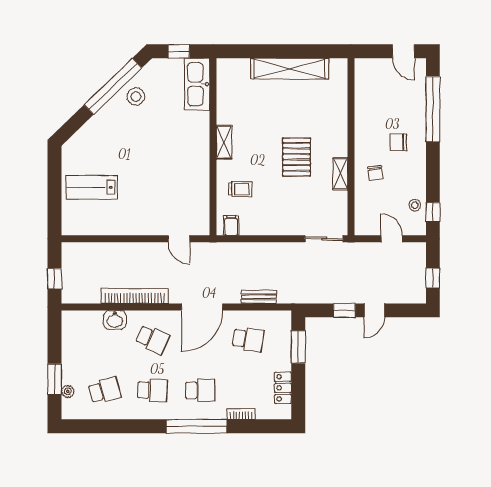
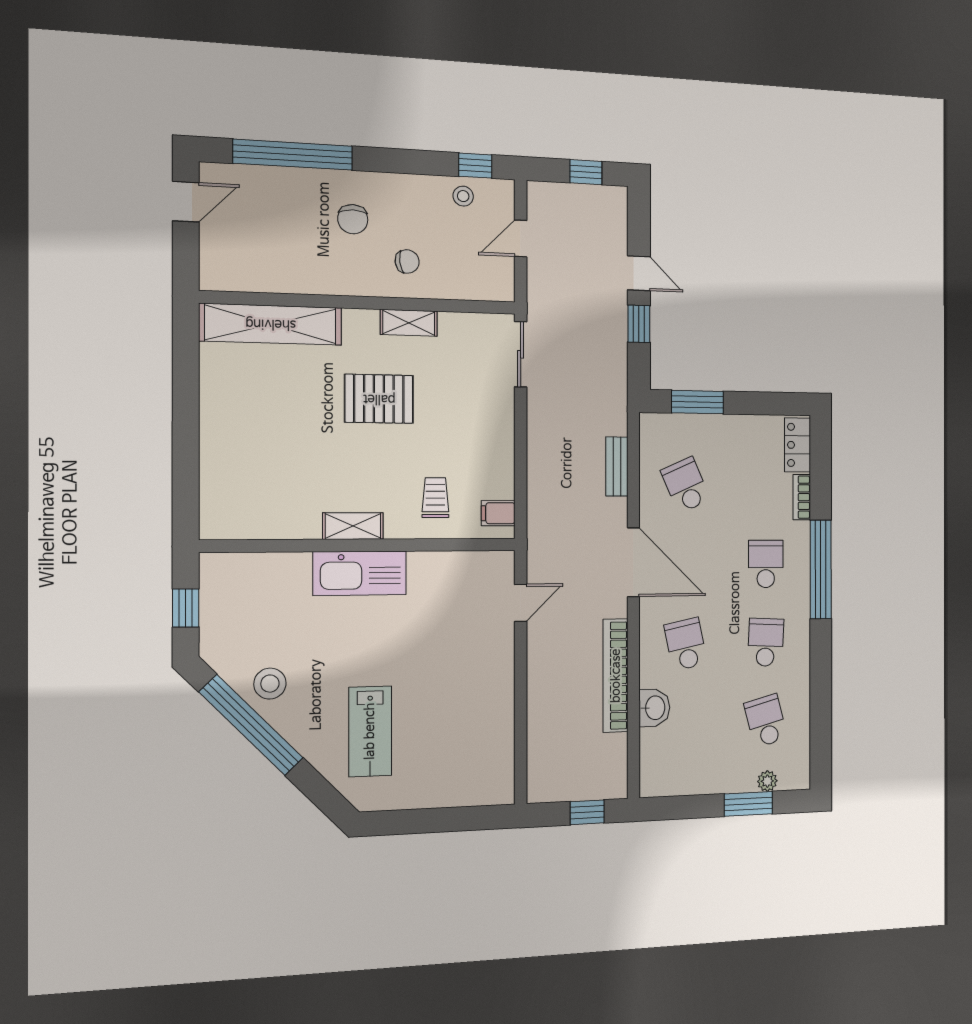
shelving: (290, 69) -> (271, 324), moved, turned 90
kitchen sink: (197, 84) -> (360, 573), moved
lab bench: (92, 187) -> (370, 731), moved
school desk: (152, 339) -> (686, 644), turned -36
school desk: (248, 339) -> (686, 485), turned -33
locker: (283, 388) -> (797, 445), moved, turned 90

